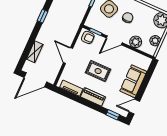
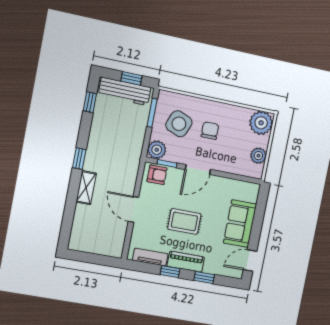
plant: (136, 42) -> (157, 150), moved
shelving: (35, 52) -> (86, 188), moved
door: (35, 80) -> (92, 258), removed
window: (82, 101) -> (170, 272), added
window: (113, 115) -> (204, 277), moved

